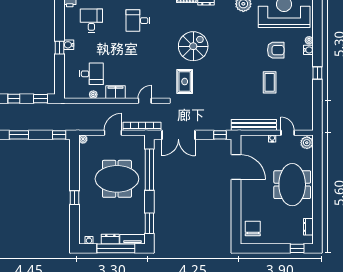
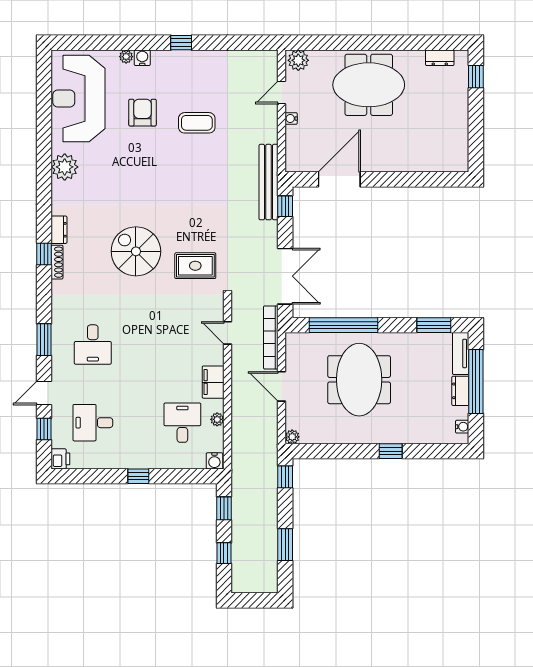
water cooler: (69, 45) -> (214, 461), moved
bench: (254, 125) -> (269, 182), moved
chair: (253, 229) -> (443, 151), removed

